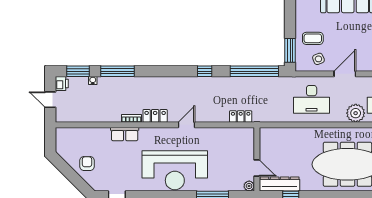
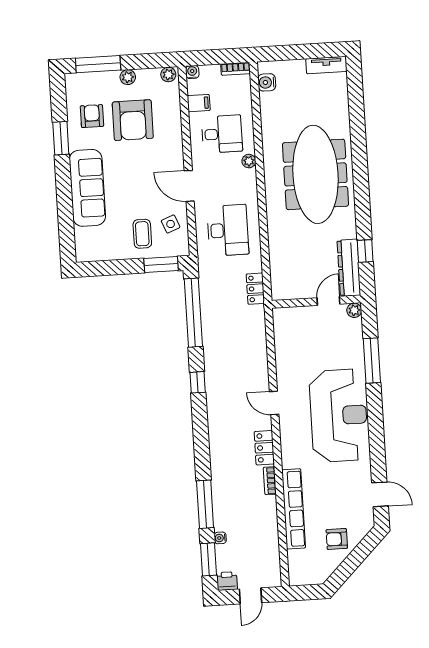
plant: (356, 113) -> (249, 161), width x0.53, depth x0.53
locker: (241, 116) -> (255, 289), moved
row of seats: (125, 134) -> (294, 509), width x2.02

